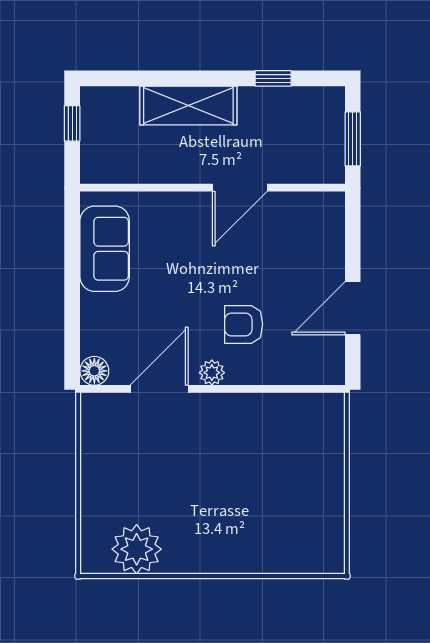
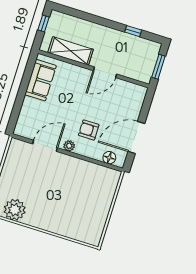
shelving: (188, 106) -> (71, 51), moved
door: (353, 308) -> (136, 137), width x1.36
floor lamp: (94, 371) -> (109, 158), moved

